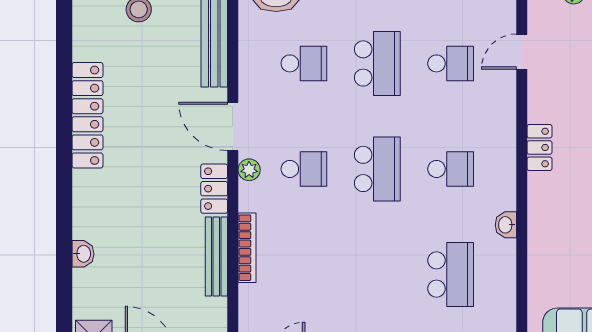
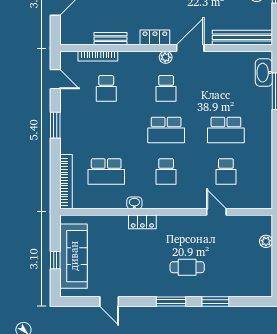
door: (522, 52) -> (216, 212), moved
school desk: (304, 63) -> (106, 88), moved
locker: (539, 148) -> (142, 222), moved
bookcase: (247, 248) -> (98, 56), moved
bench: (216, 257) -> (110, 39), width x0.73

